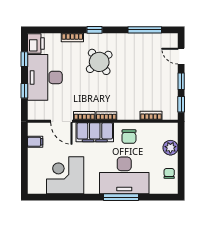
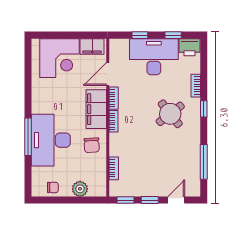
chair: (129, 137) -> (92, 145), turned -93
filing cabinet: (35, 142) -> (92, 46), width x2.00
corner desk: (65, 175) -> (60, 58), moved, turned 90

